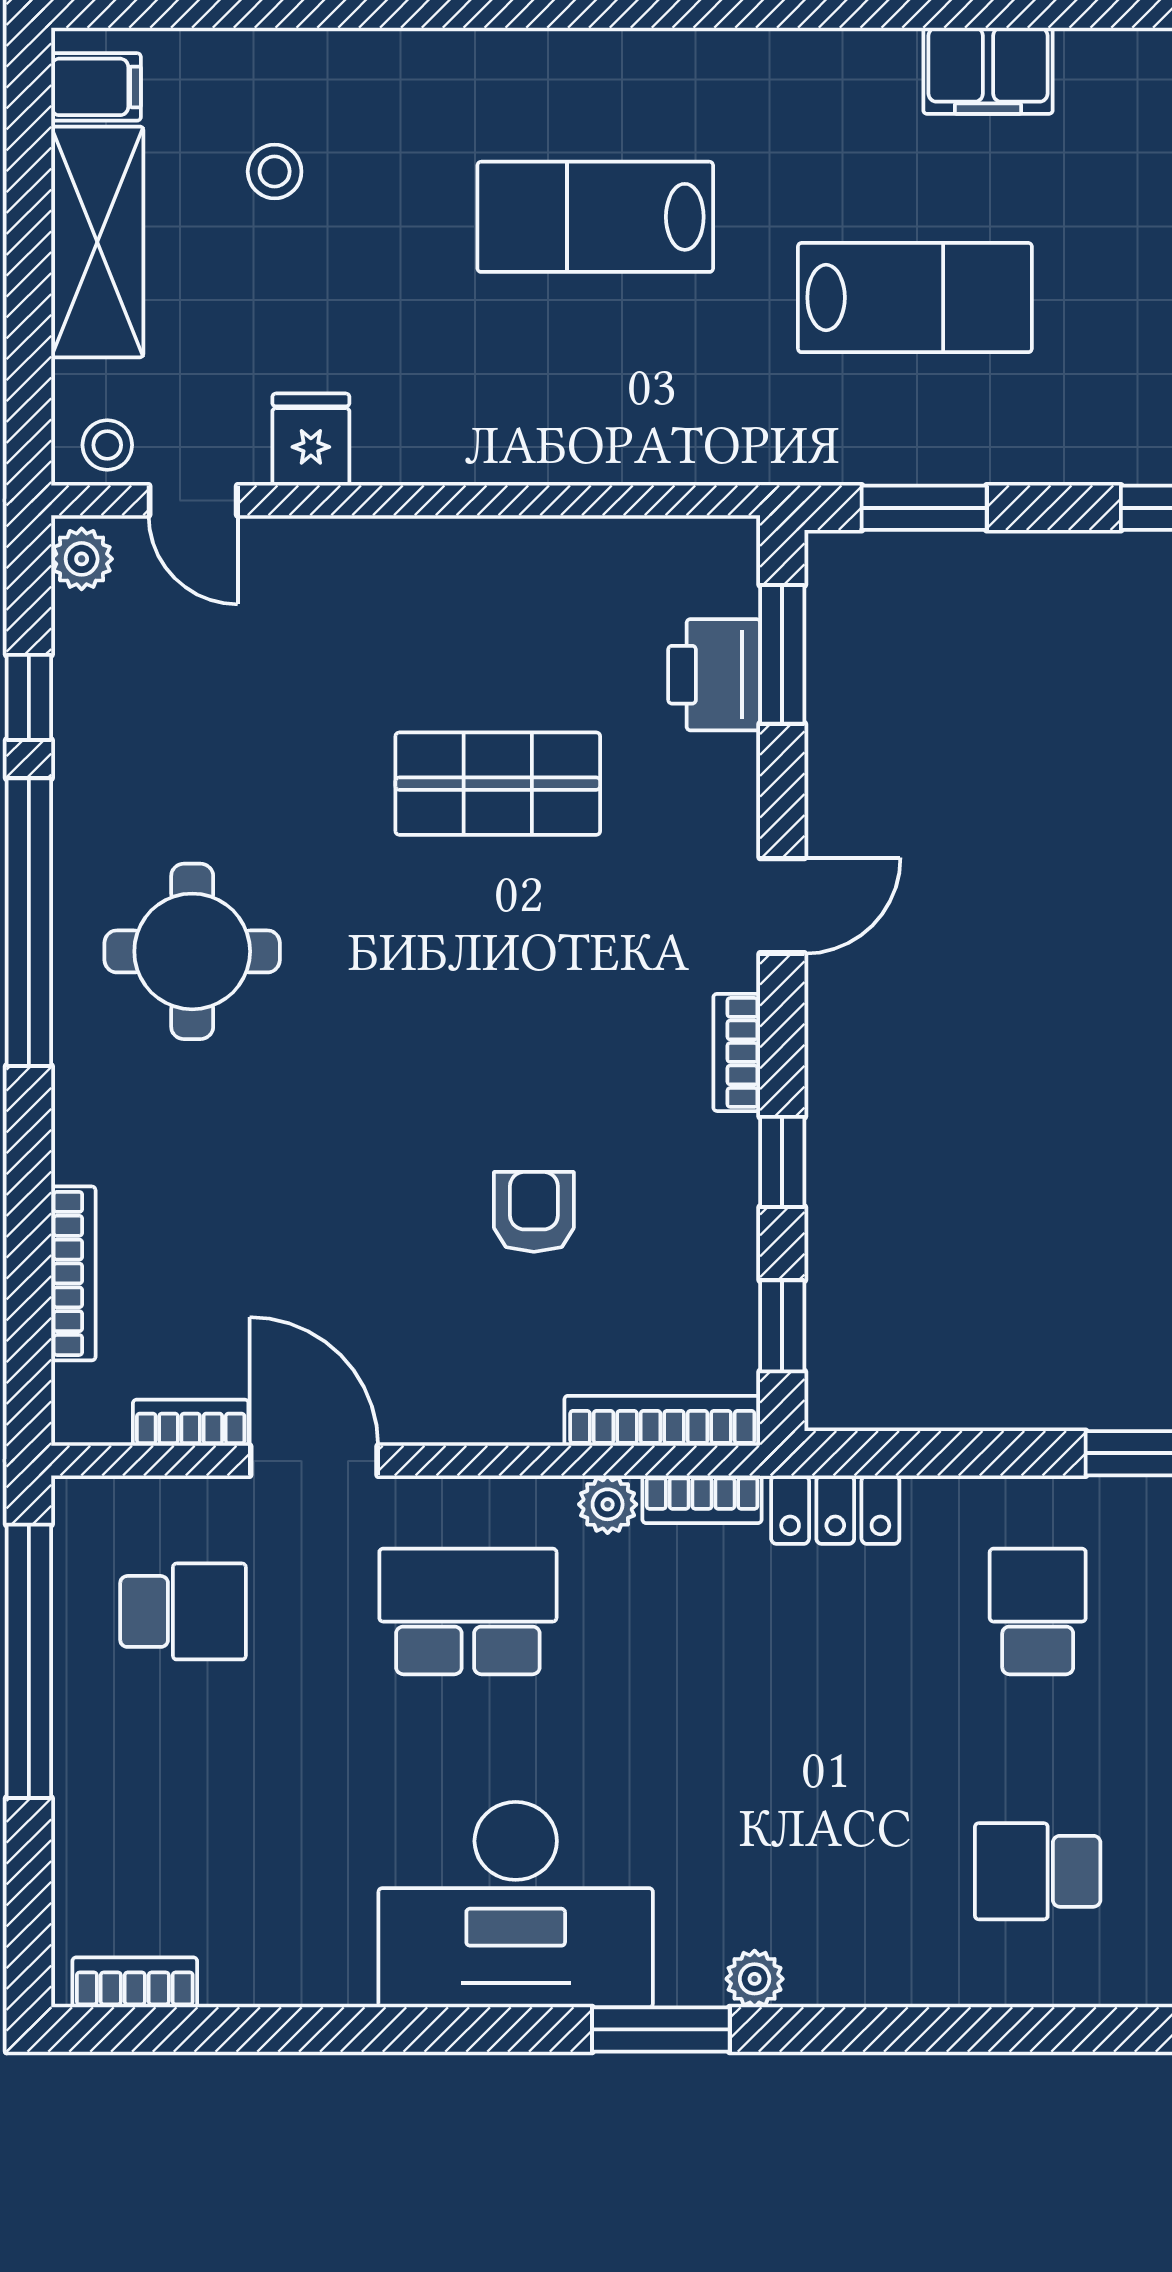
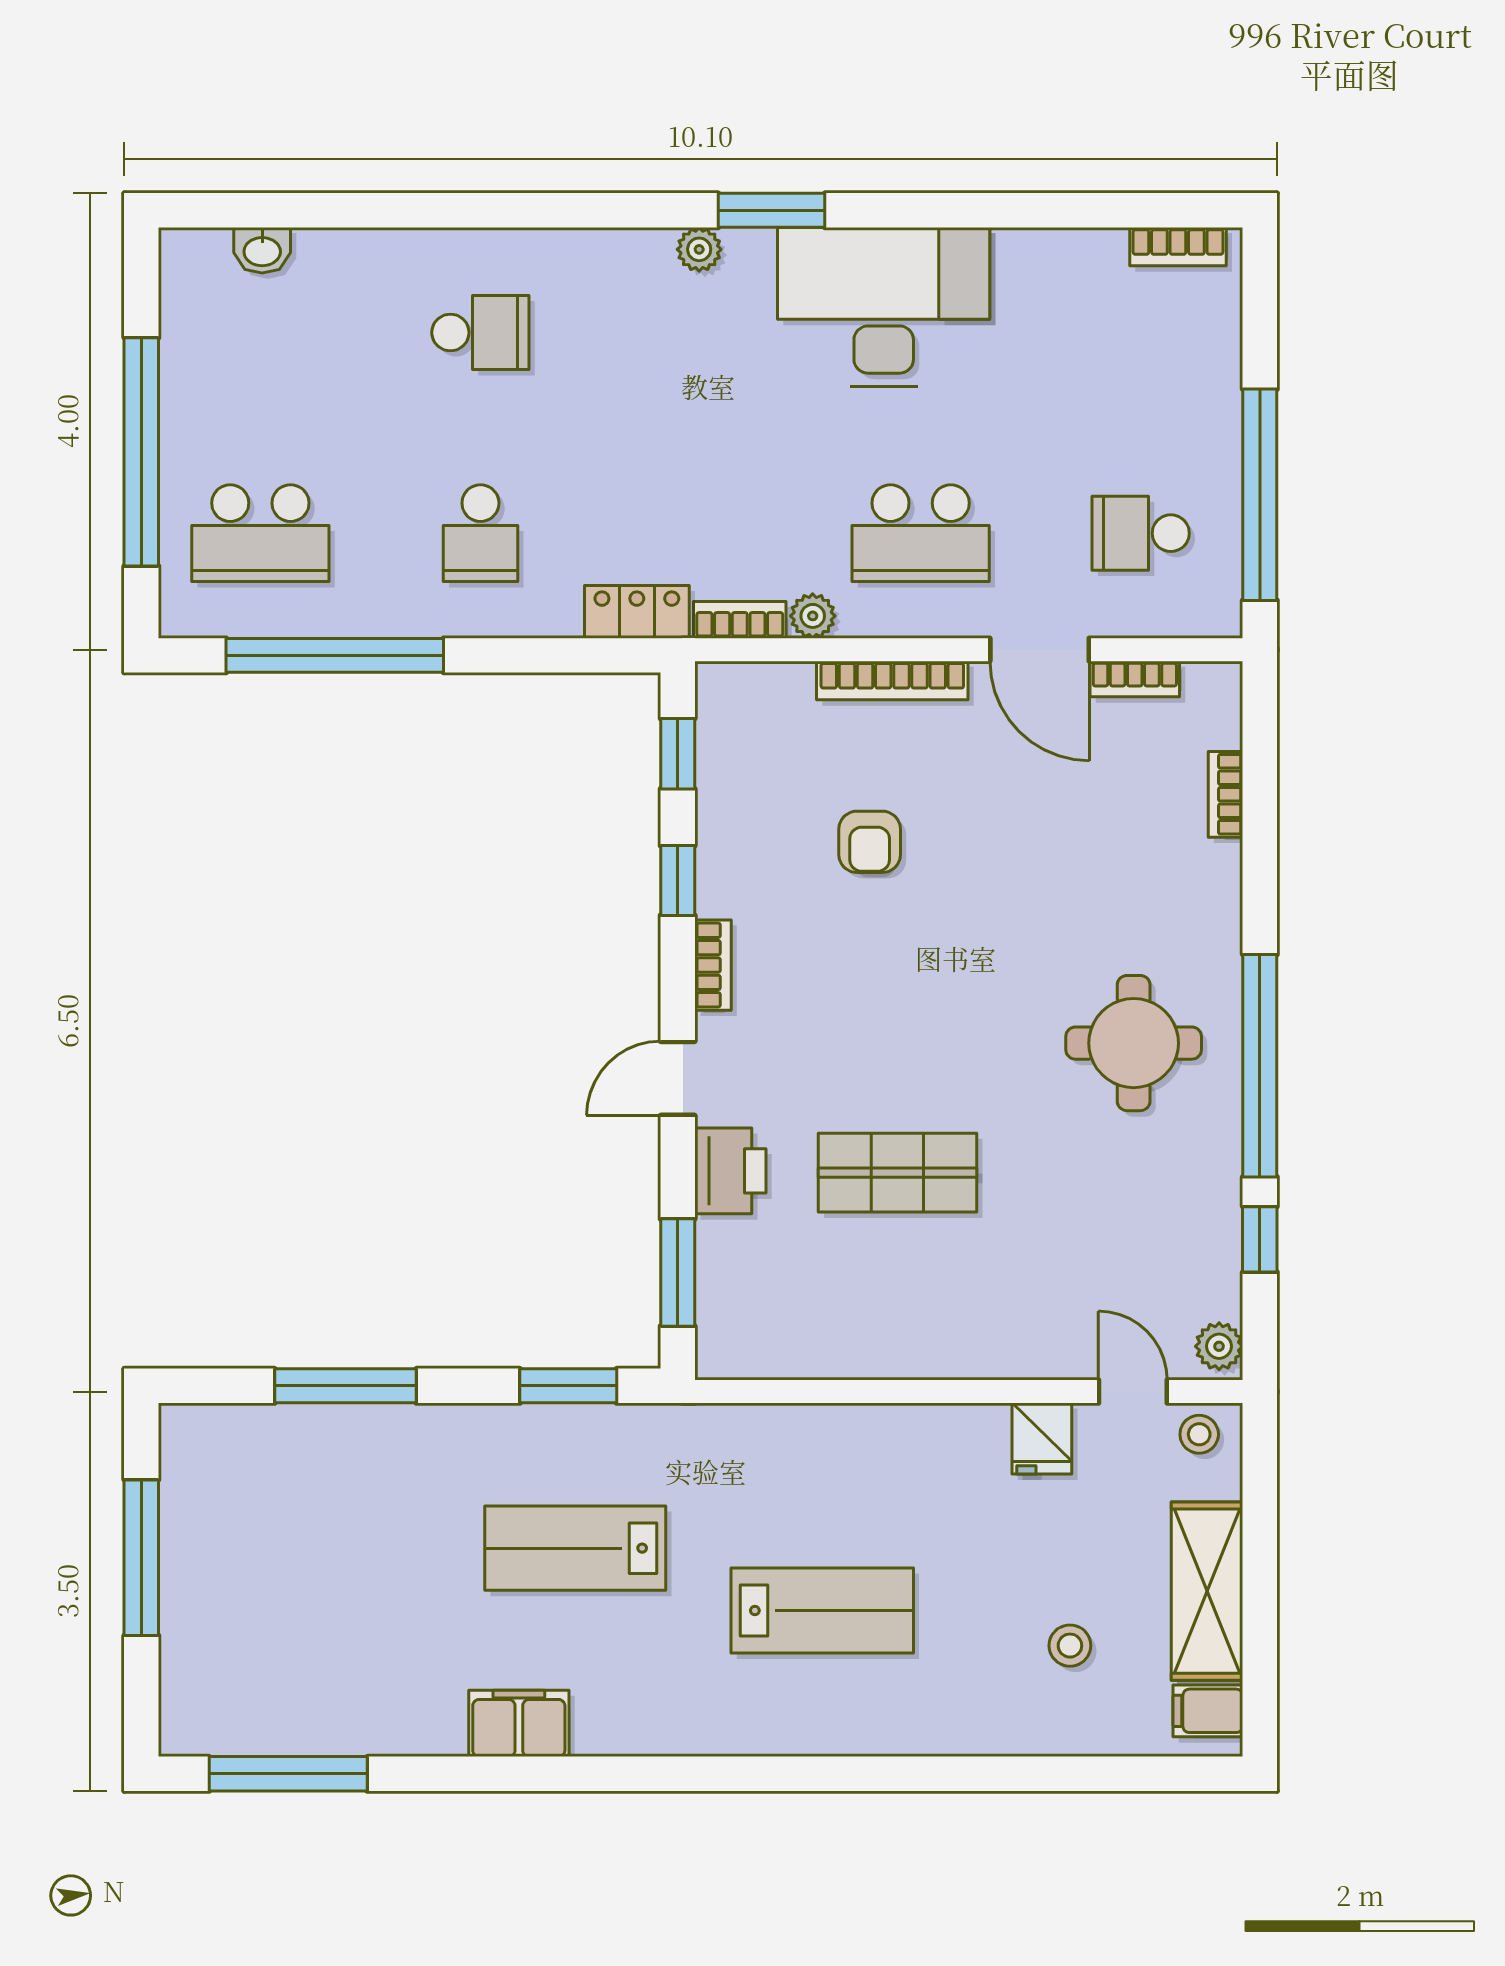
printer: (714, 675) -> (730, 1171), moved
bookcase: (73, 1273) -> (1225, 794), width x0.64
bookcase: (662, 1421) -> (892, 680), moved

